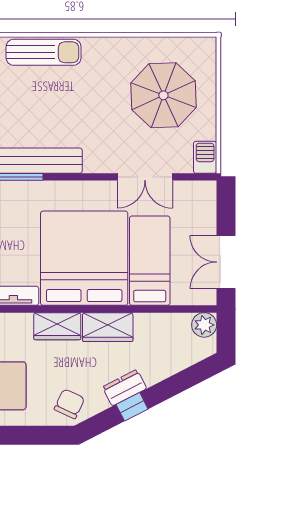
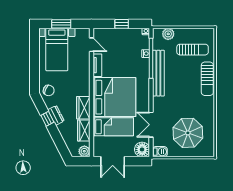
floor lamp: (200, 197) -> (142, 149), added
double door: (226, 262) -> (113, 161), swing flipped
wardrobe: (57, 326) -> (84, 130), moved

